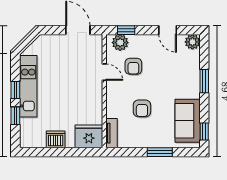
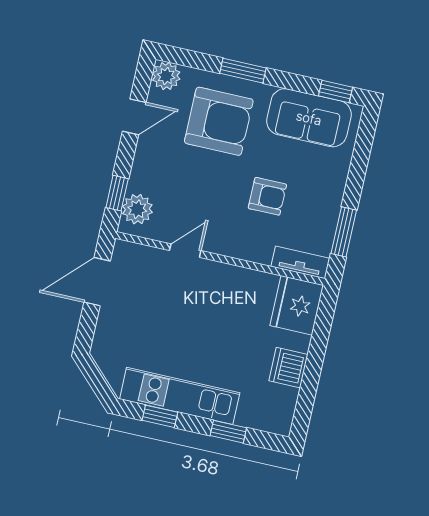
armchair: (133, 66) -> (219, 121), moved, width x1.88, depth x1.88
window: (15, 90) -> (160, 416), moved
window: (160, 152) -> (344, 232), moved

